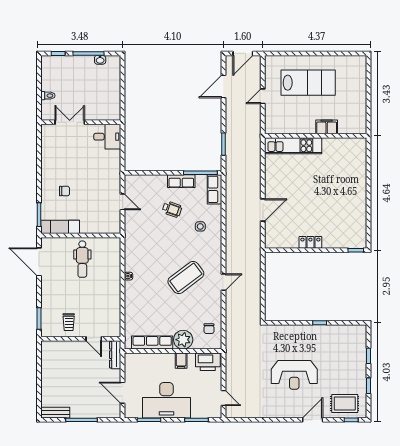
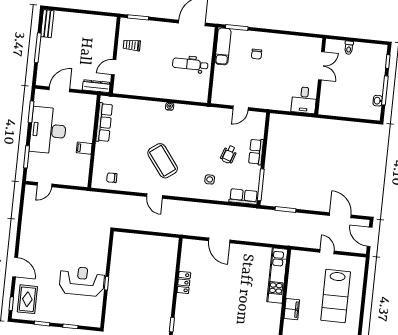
row of seats: (181, 181) -> (256, 152), moved
plant: (183, 340) -> (104, 152), removed
printer: (208, 362) -> (81, 173), removed
reception desk: (294, 375) -> (82, 281), moved, turned 90

